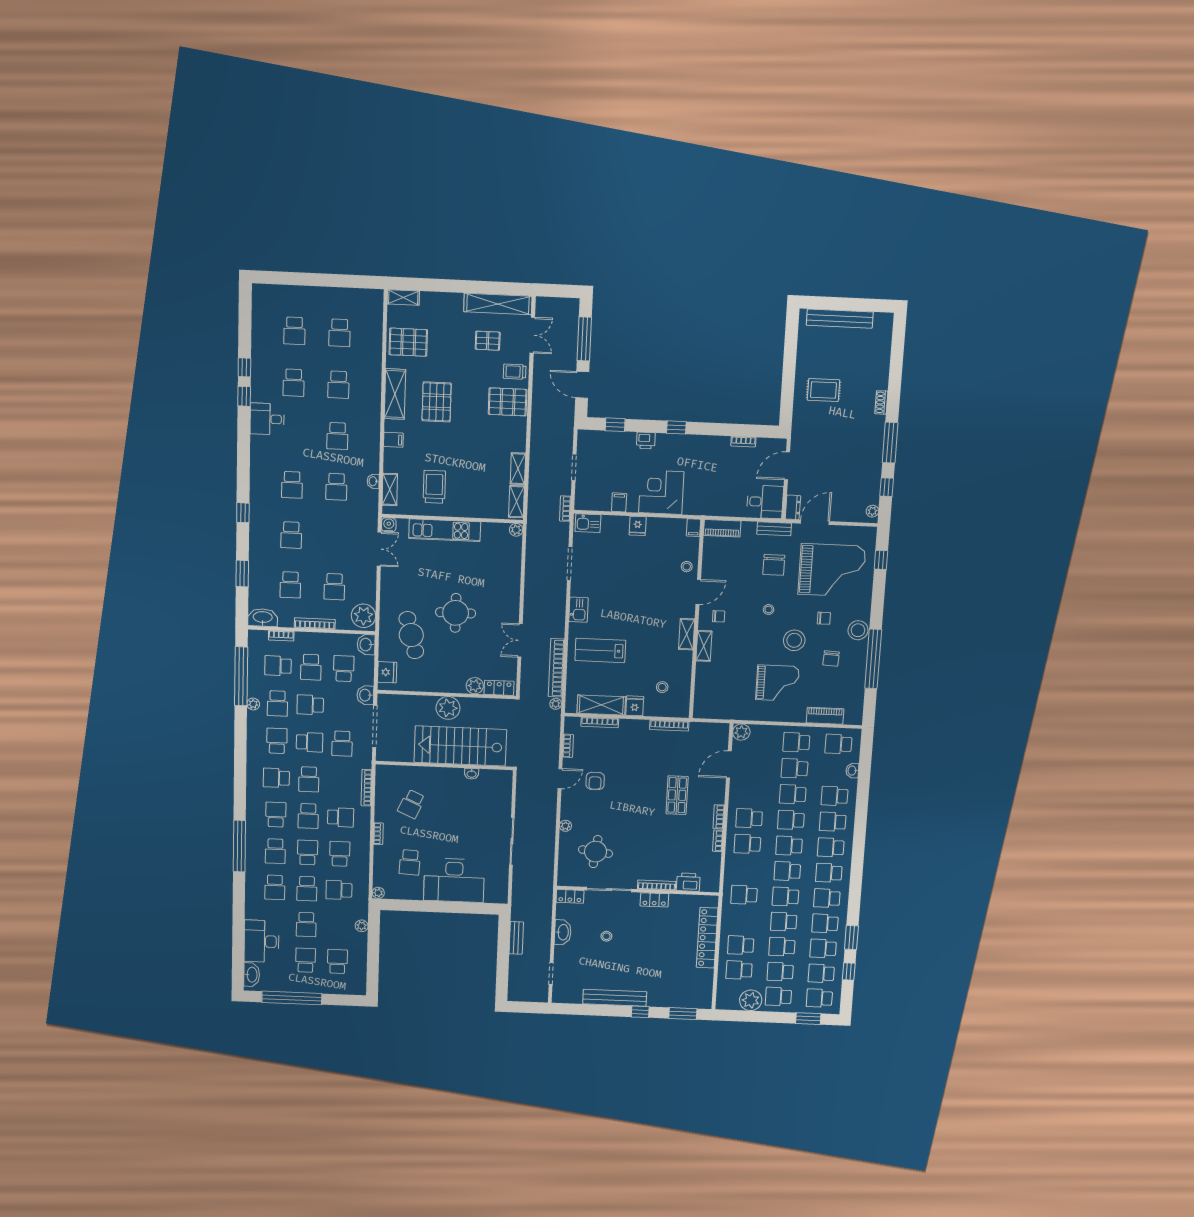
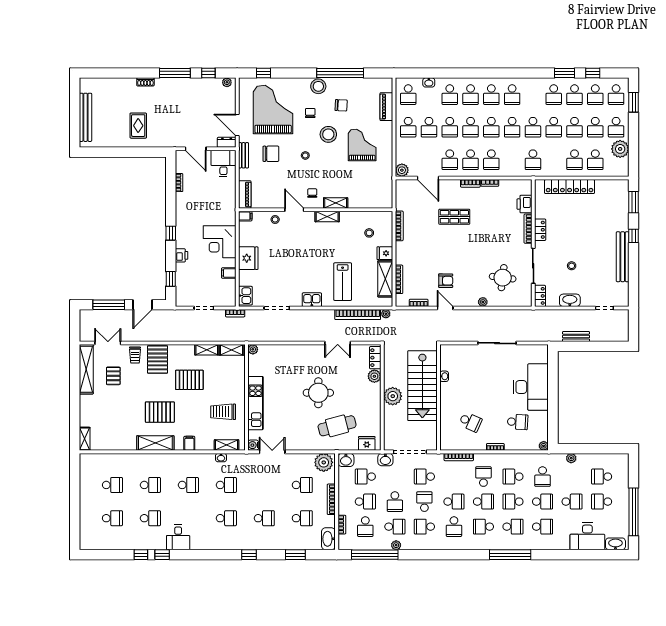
pallet: (408, 342) -> (189, 380), moved, turned 90
fridge: (638, 526) -> (248, 258), width x1.88, depth x1.34
school desk: (342, 744) -> (424, 477), turned 180
school desk: (827, 898) -> (450, 160), moved

